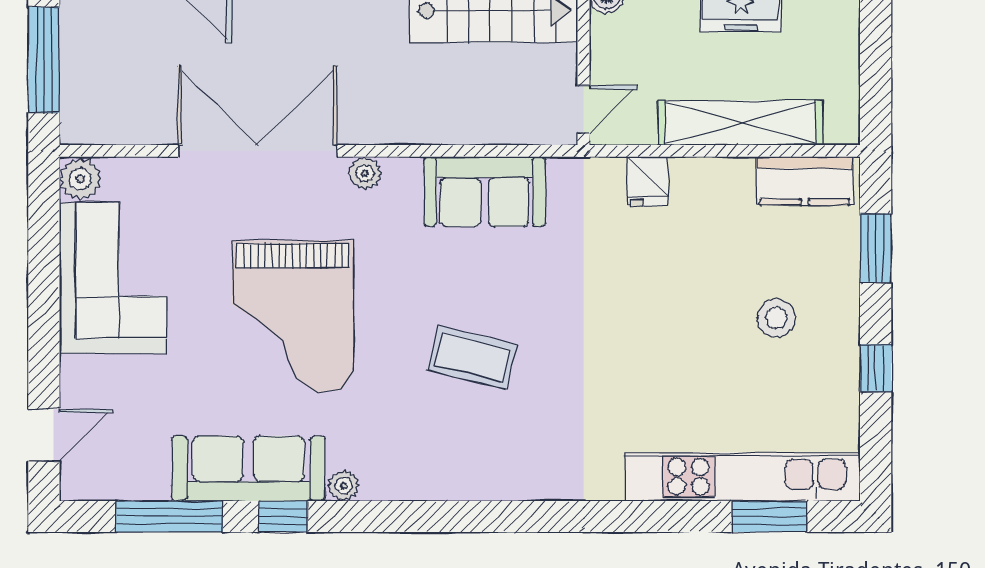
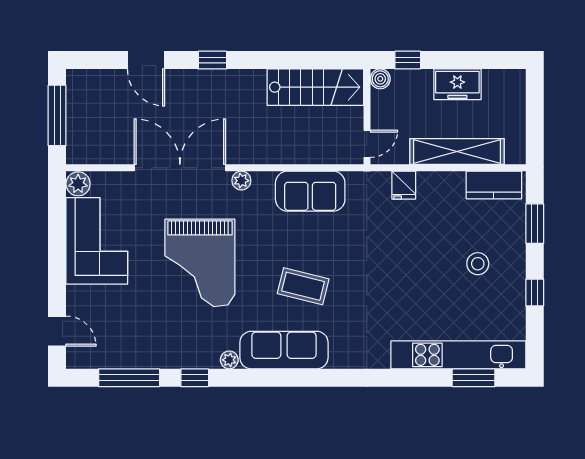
door: (44, 435) -> (57, 331), hinge flipped
sofa: (248, 468) -> (284, 350), moved

